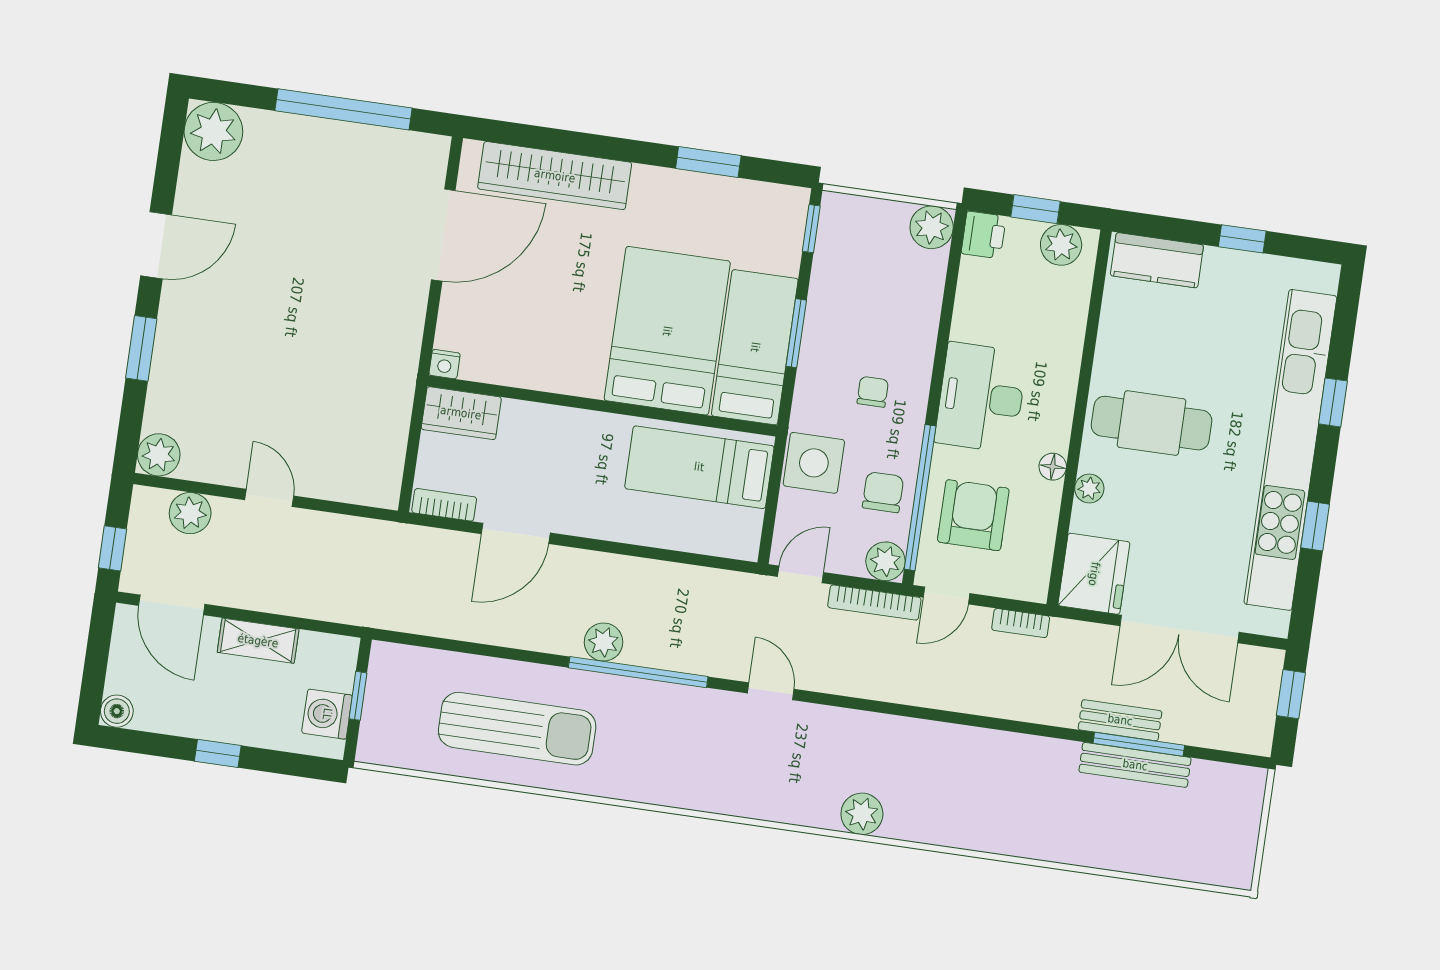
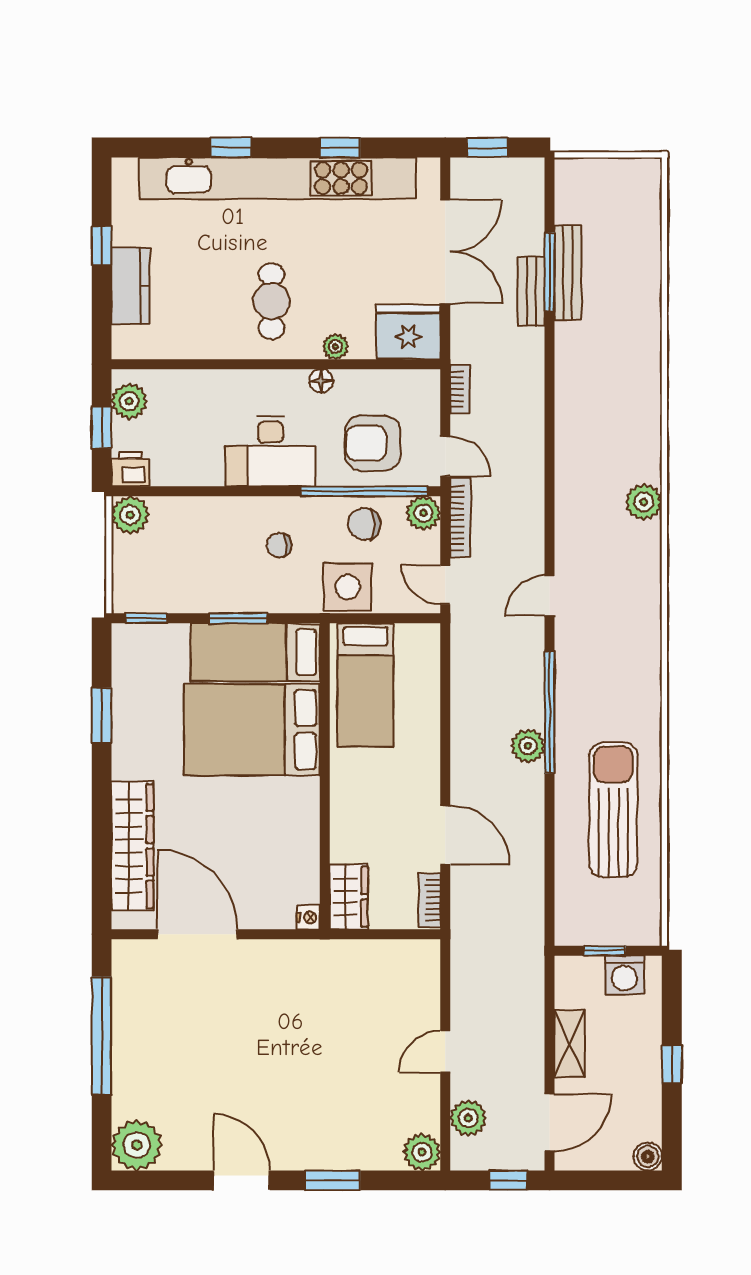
kitchen counter: (1157, 260) -> (130, 286), moved
cafe table: (1152, 423) -> (271, 301), width x0.73, depth x0.74

